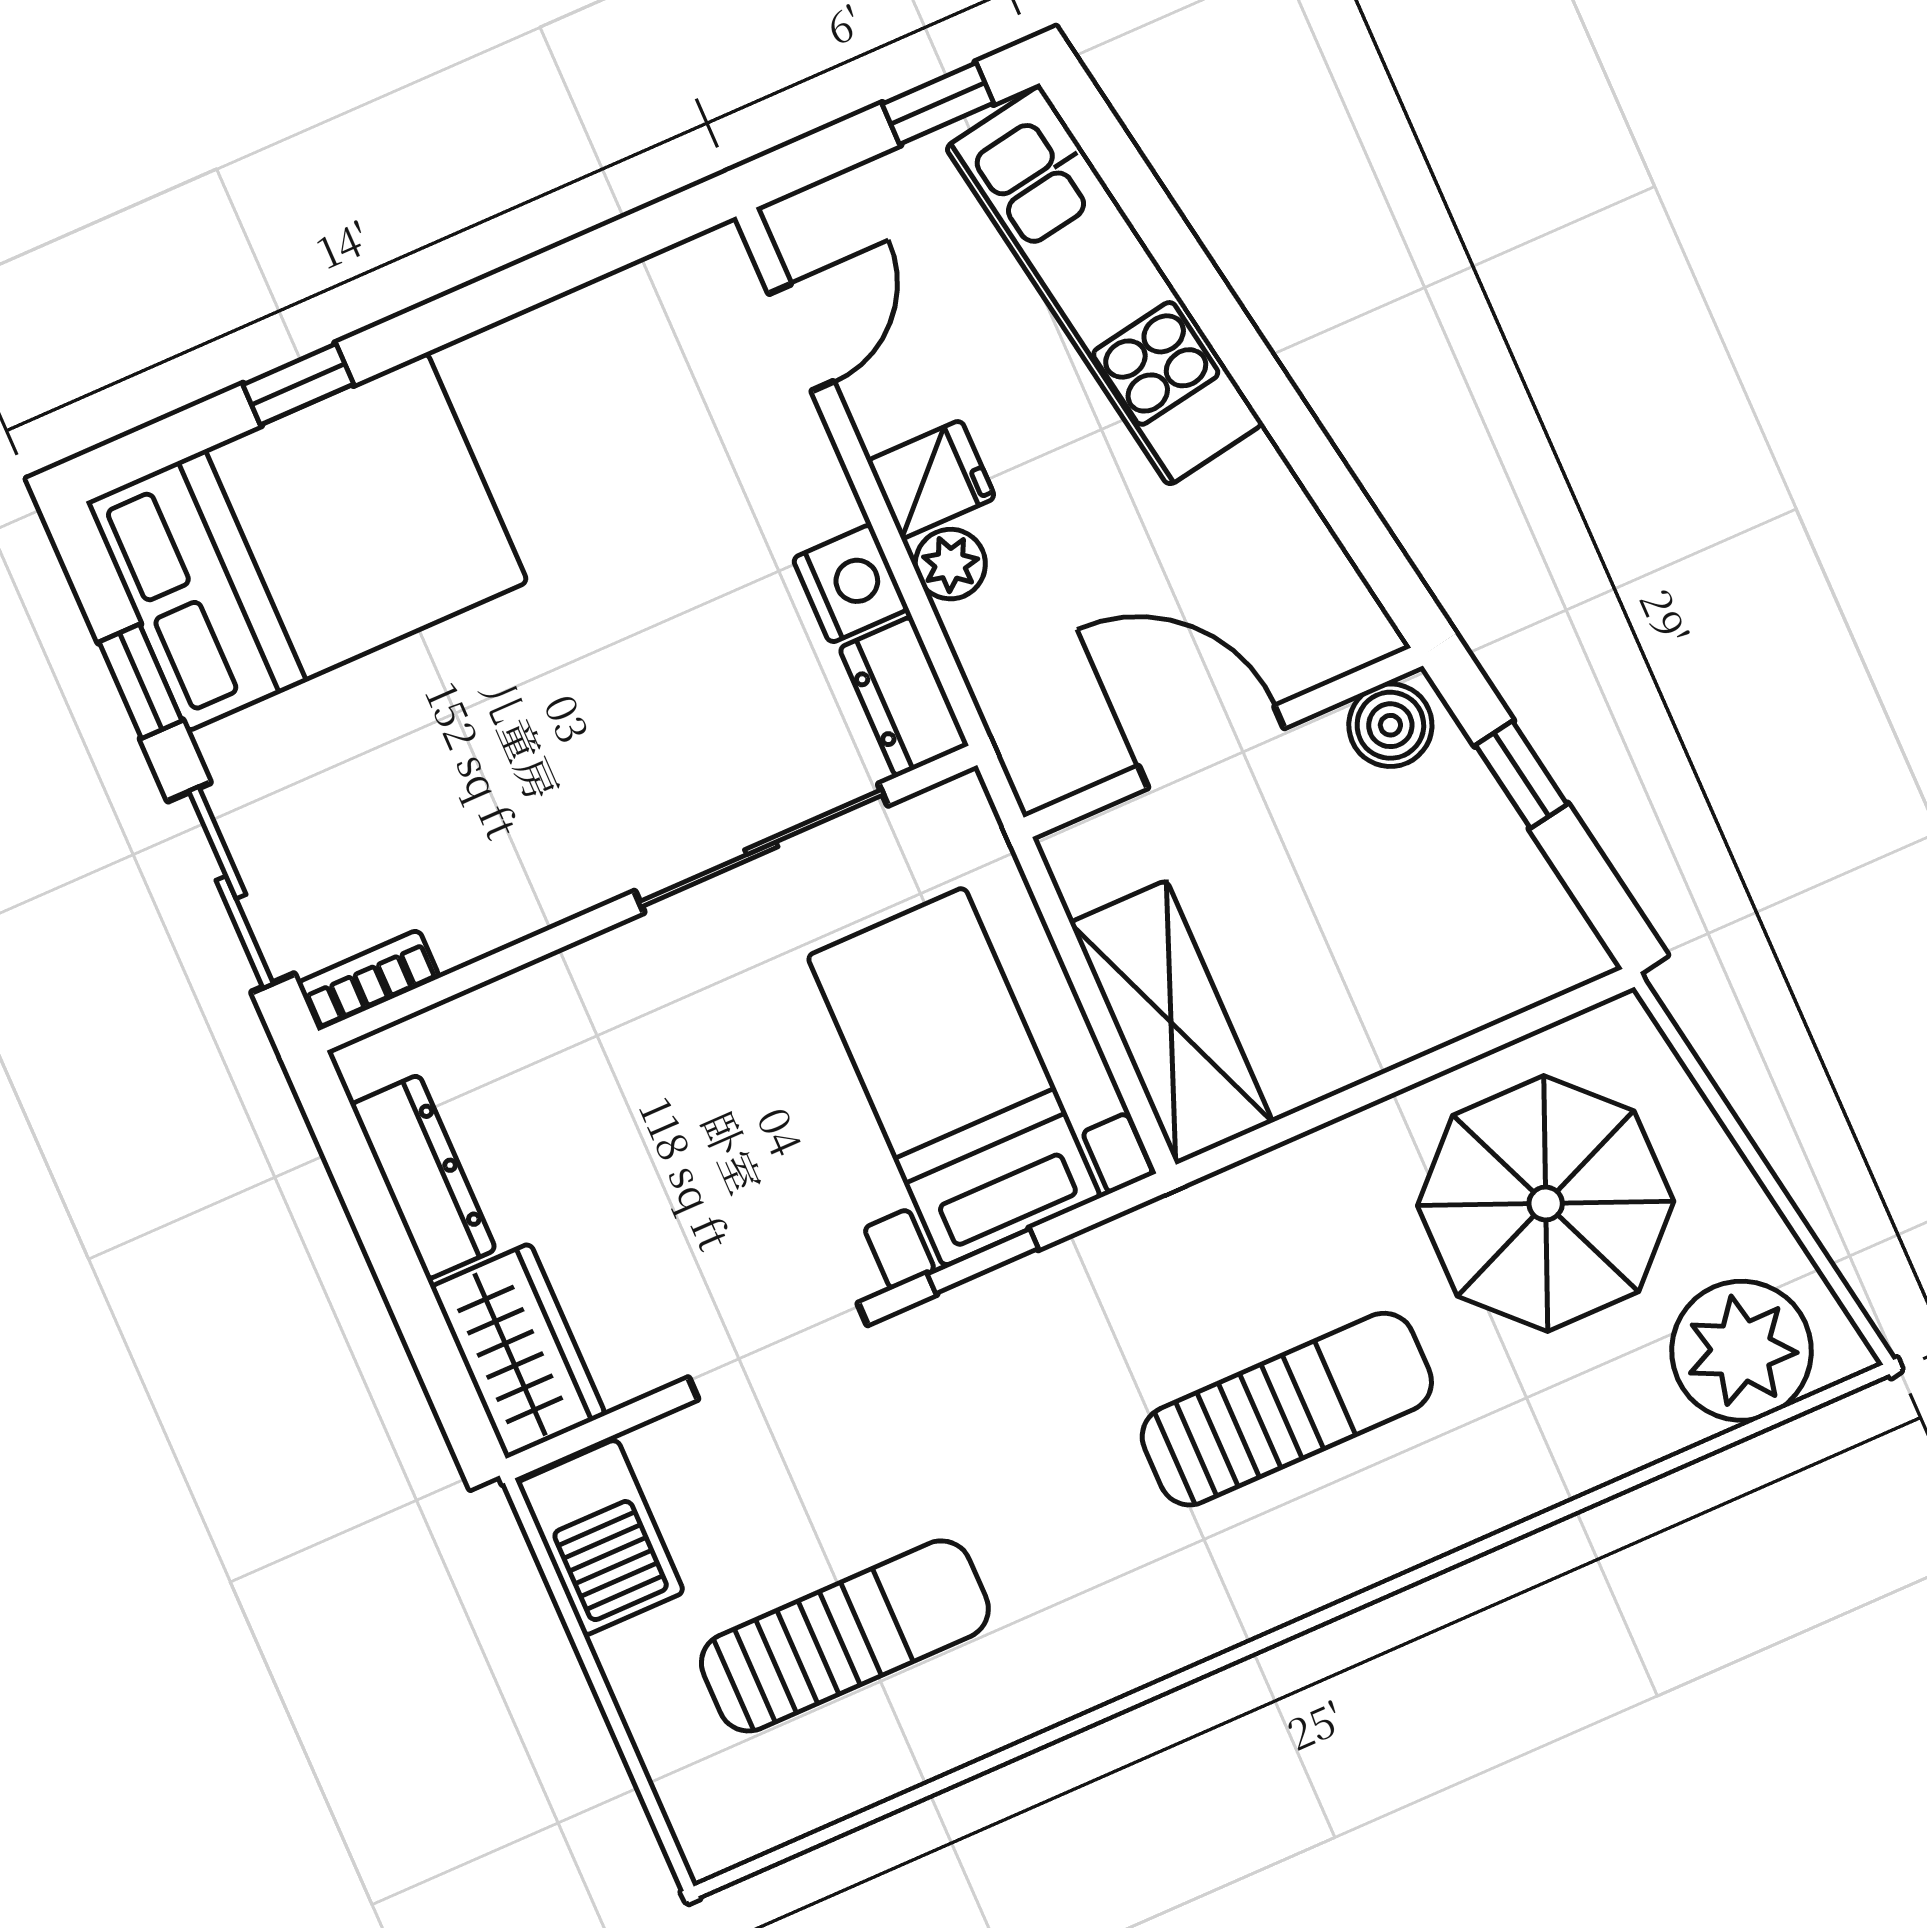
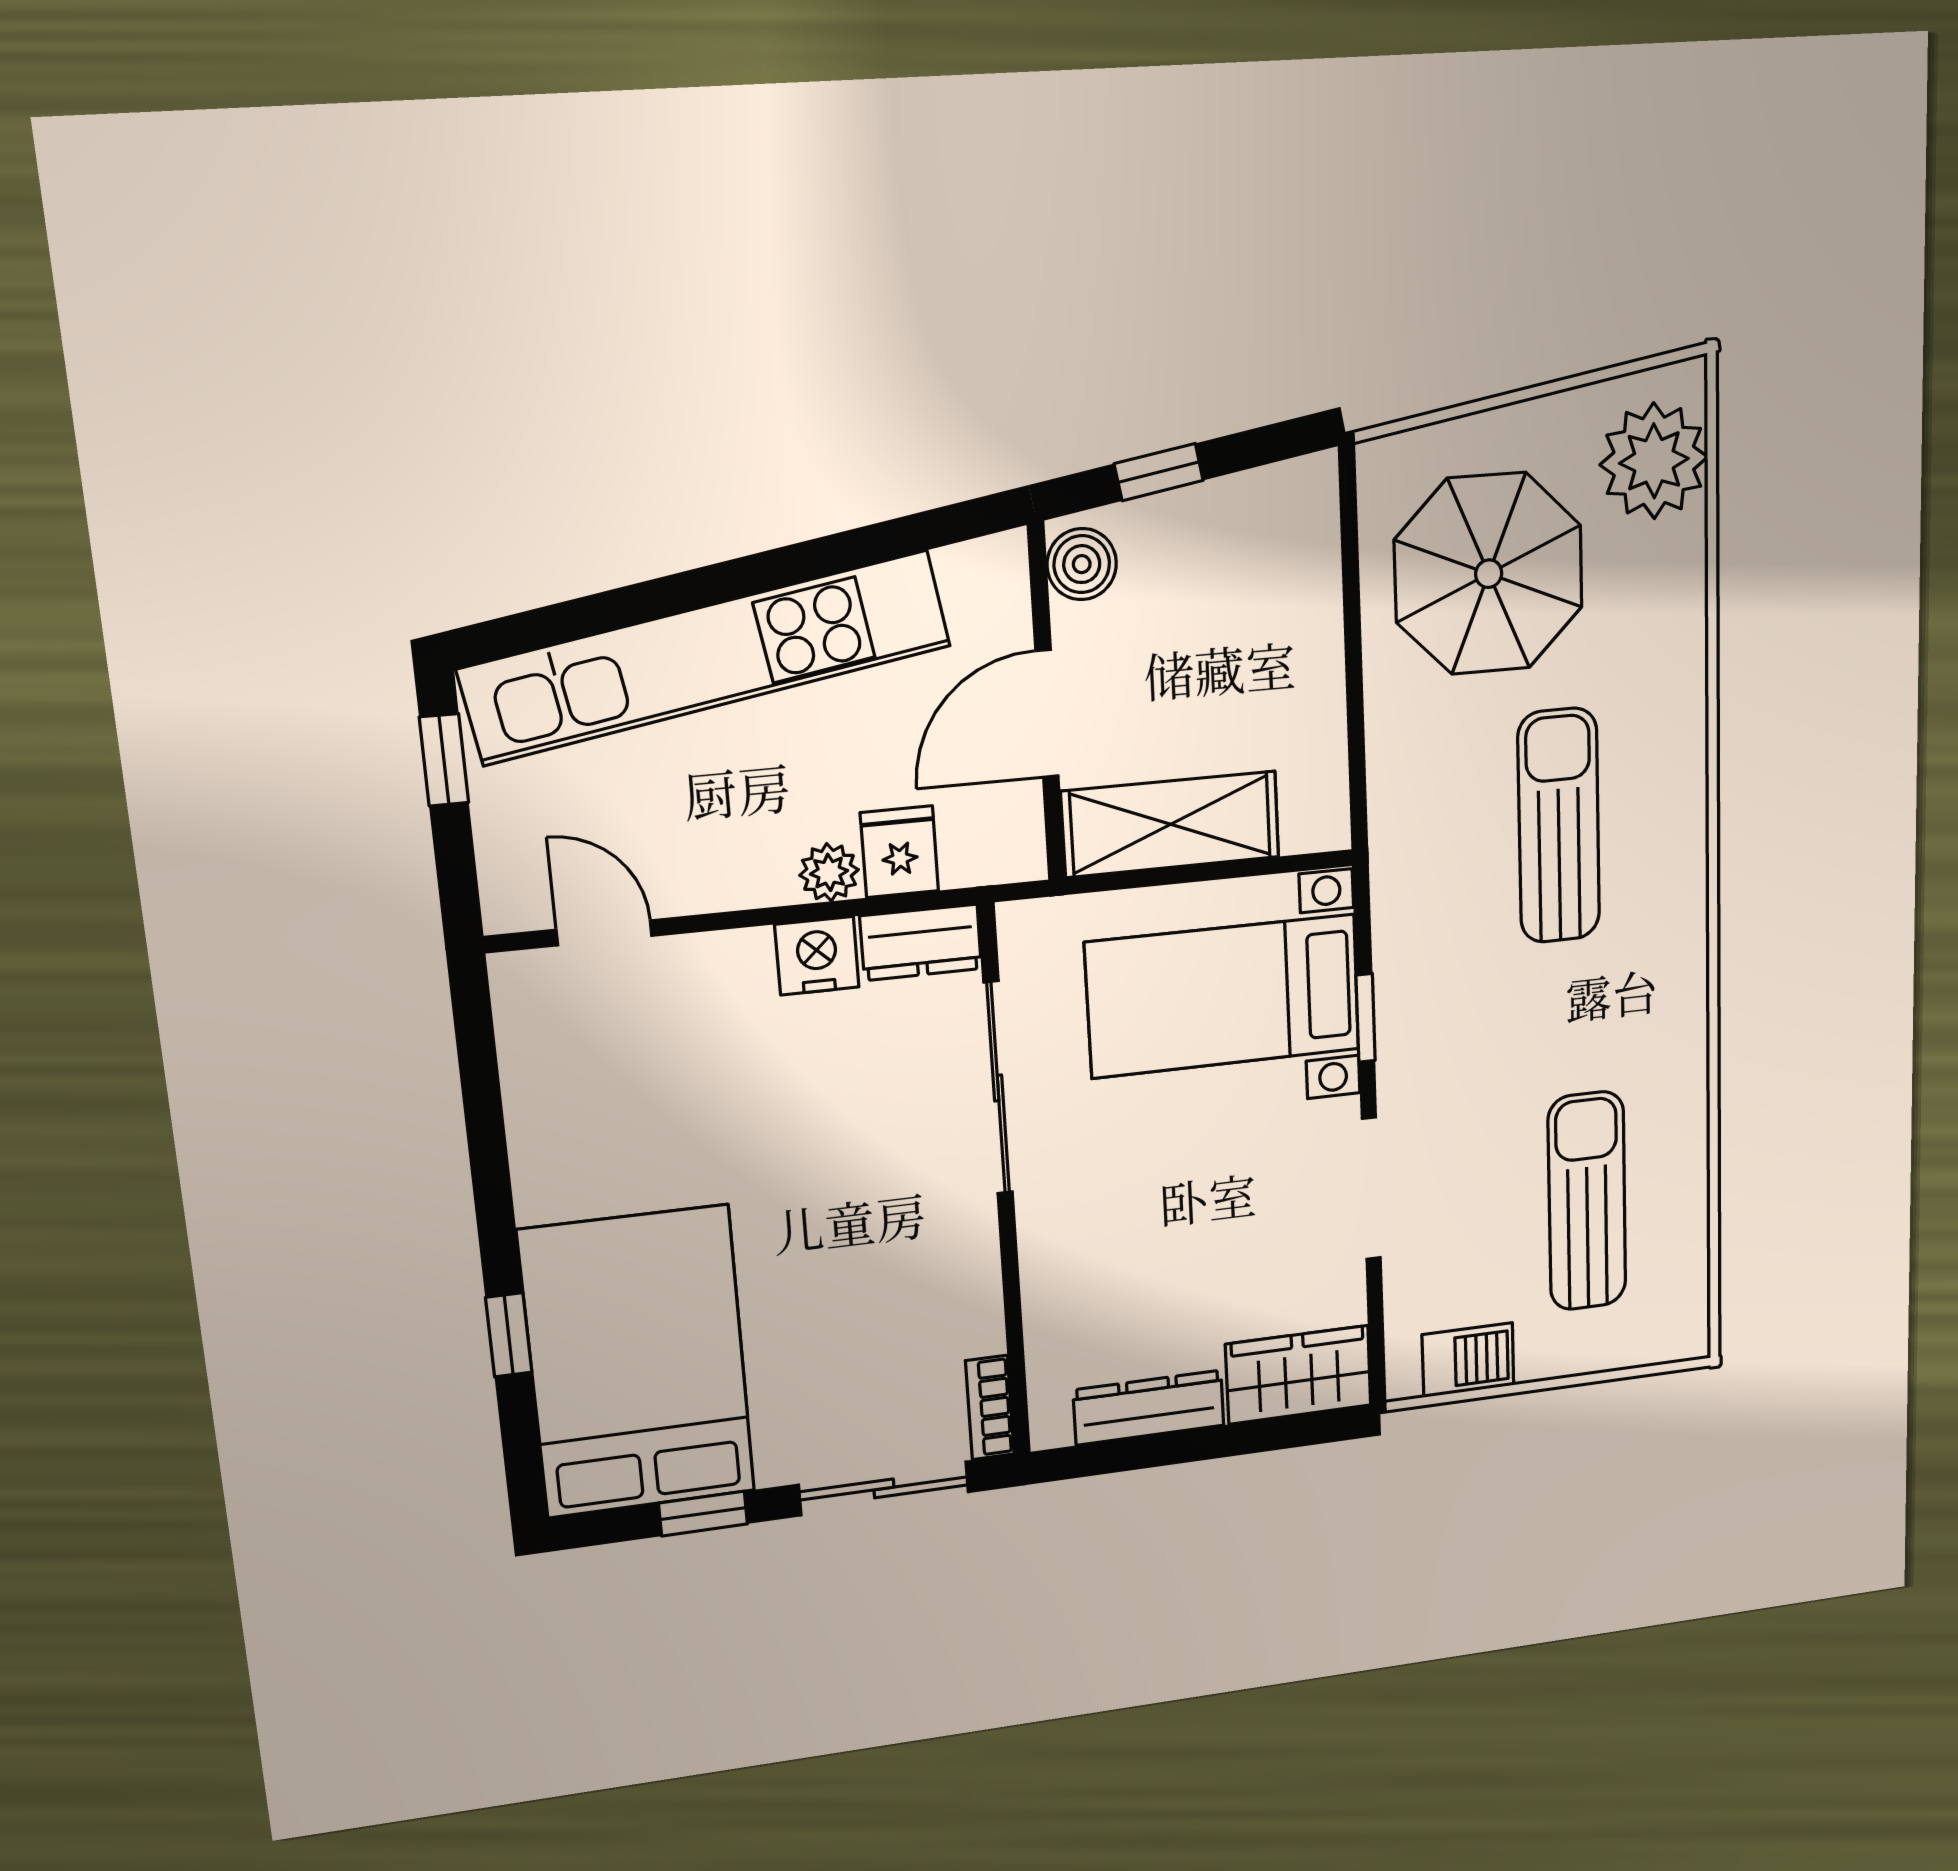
kitchen unit: (1104, 285) -> (707, 657), width x1.36
fridge: (931, 479) -> (899, 852), moved
shelving: (1171, 1022) -> (1171, 824), moved
barbecue: (600, 1537) -> (1468, 1360), width x0.73, depth x0.79

